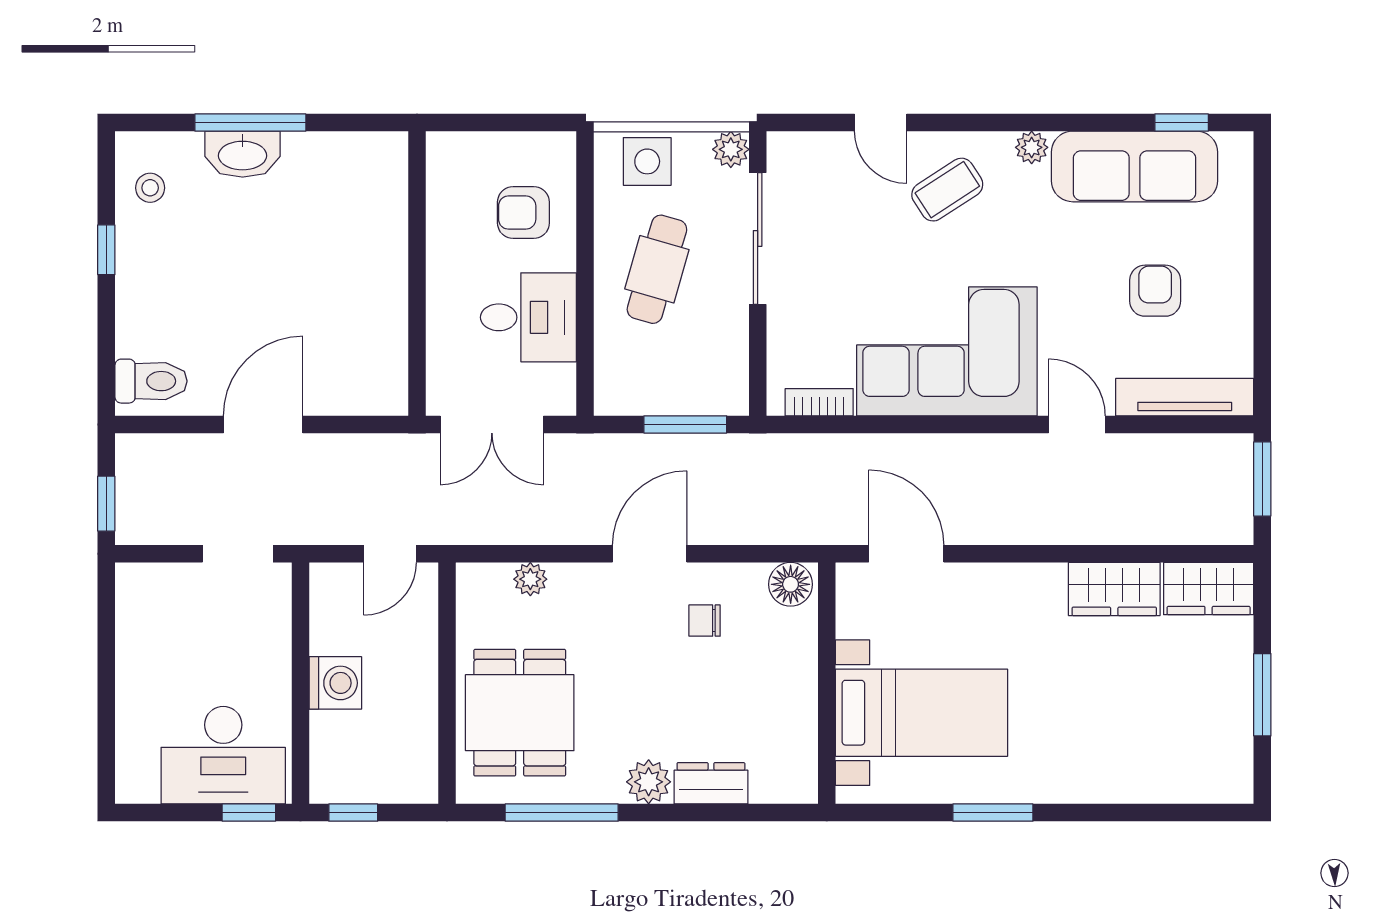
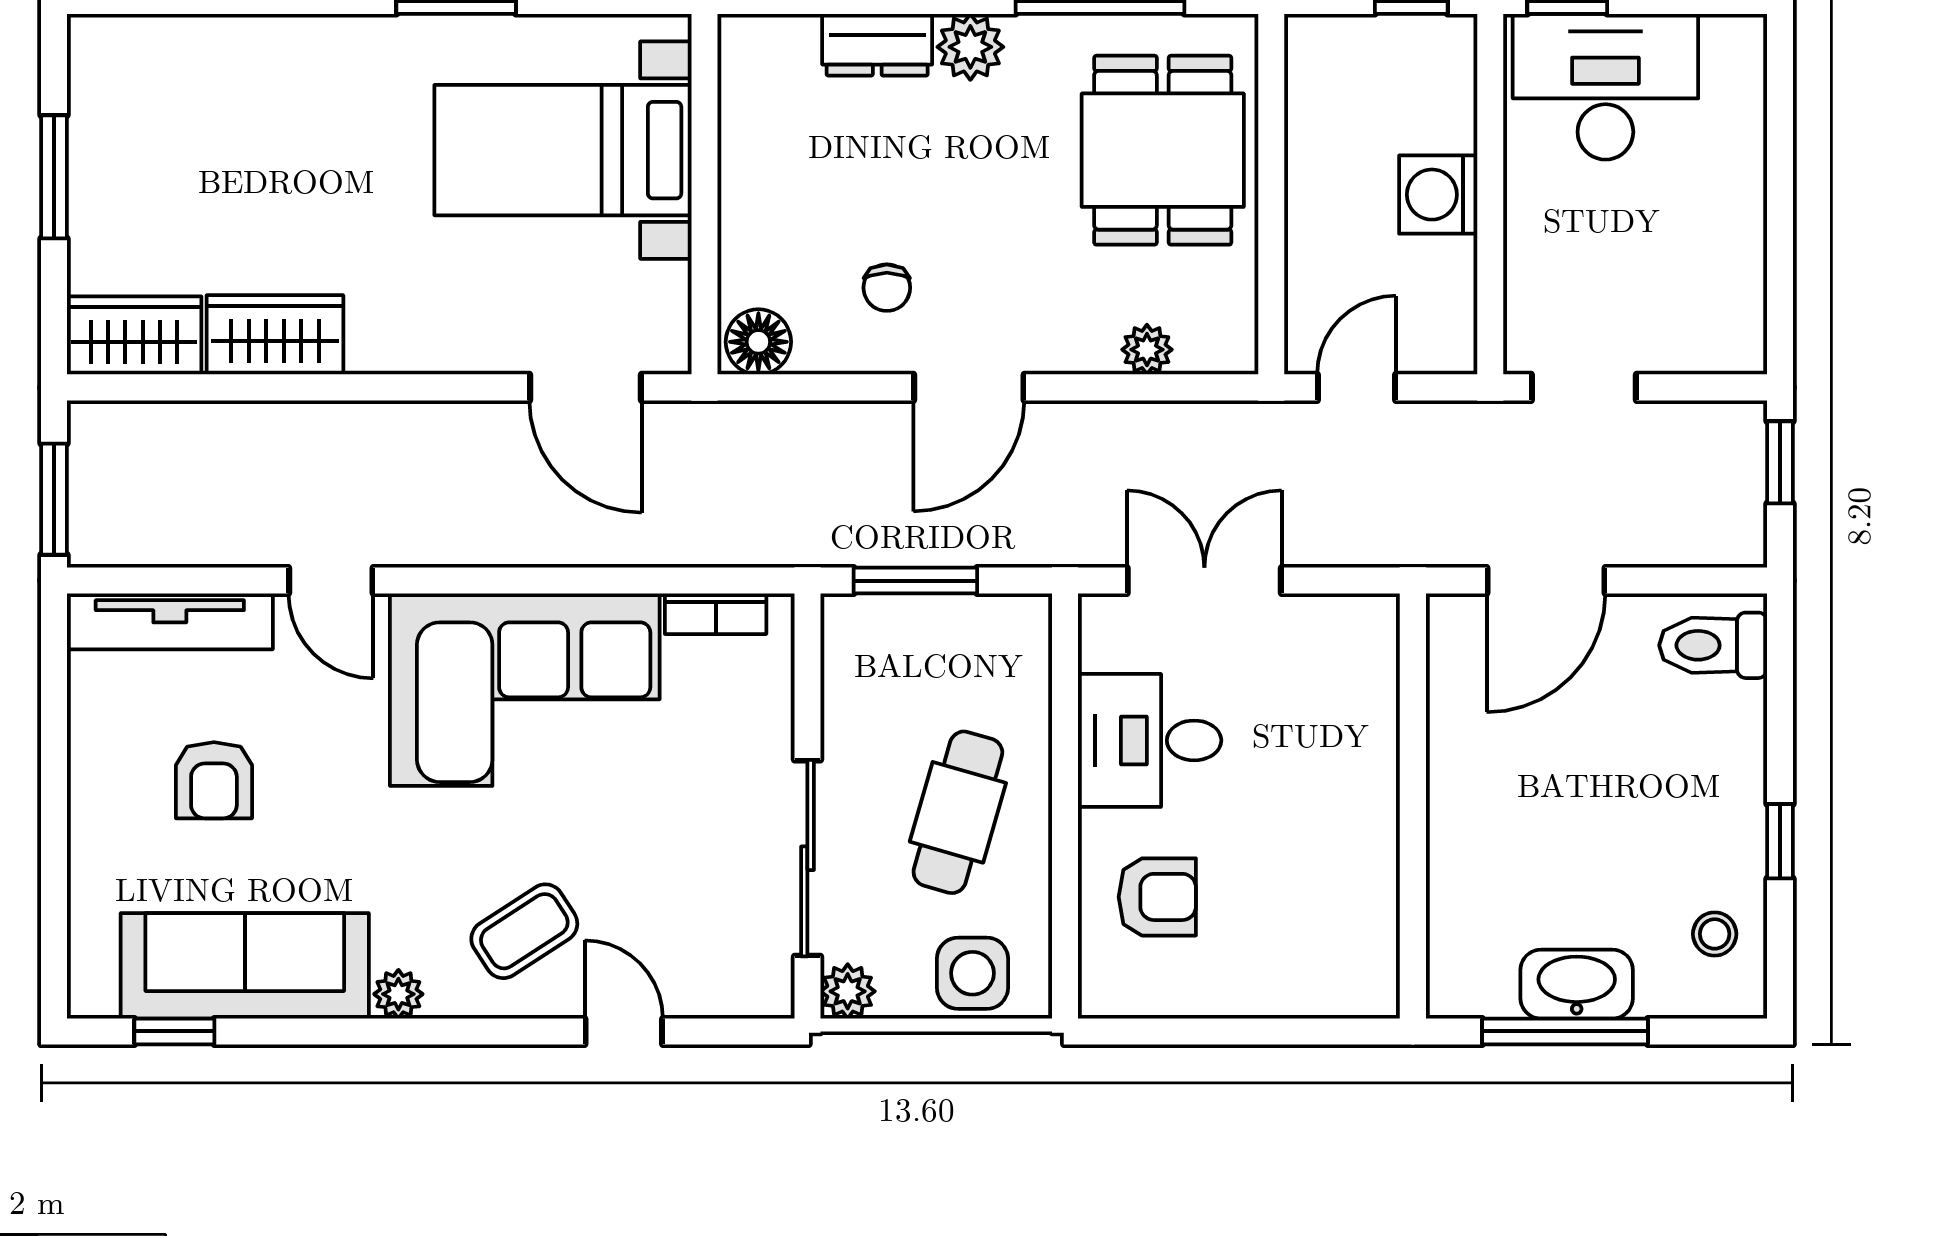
wall: (417, 273) -> (1413, 806), moved
chair: (705, 621) -> (887, 288), turned 90

